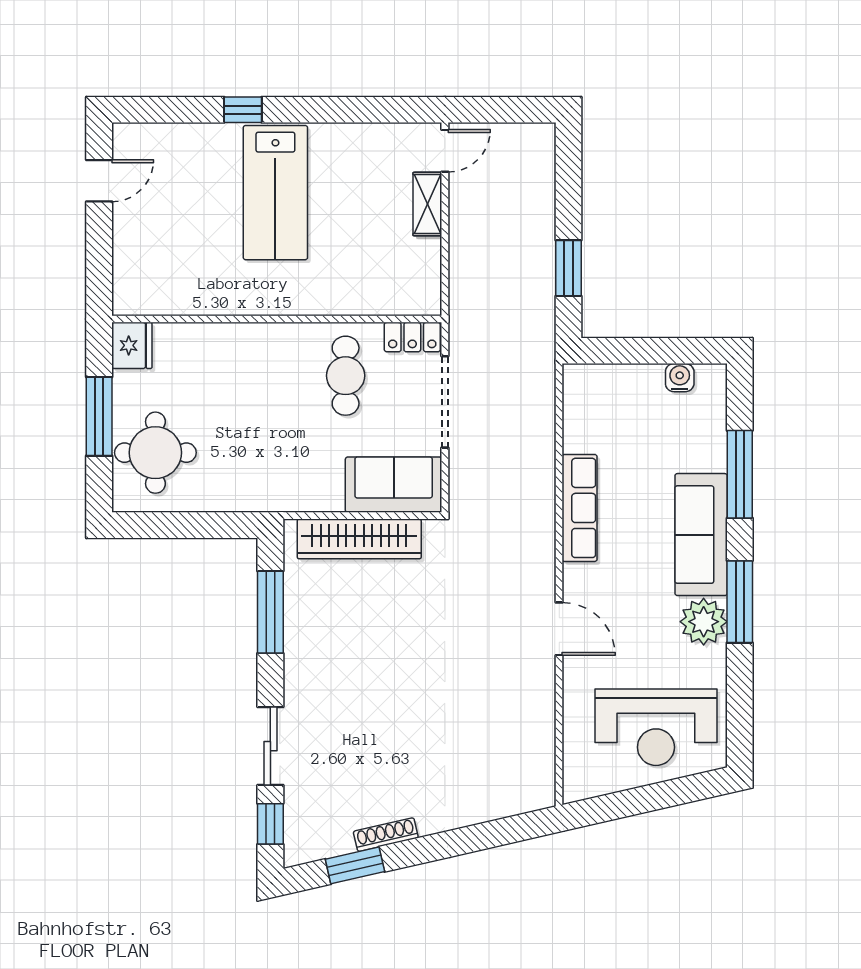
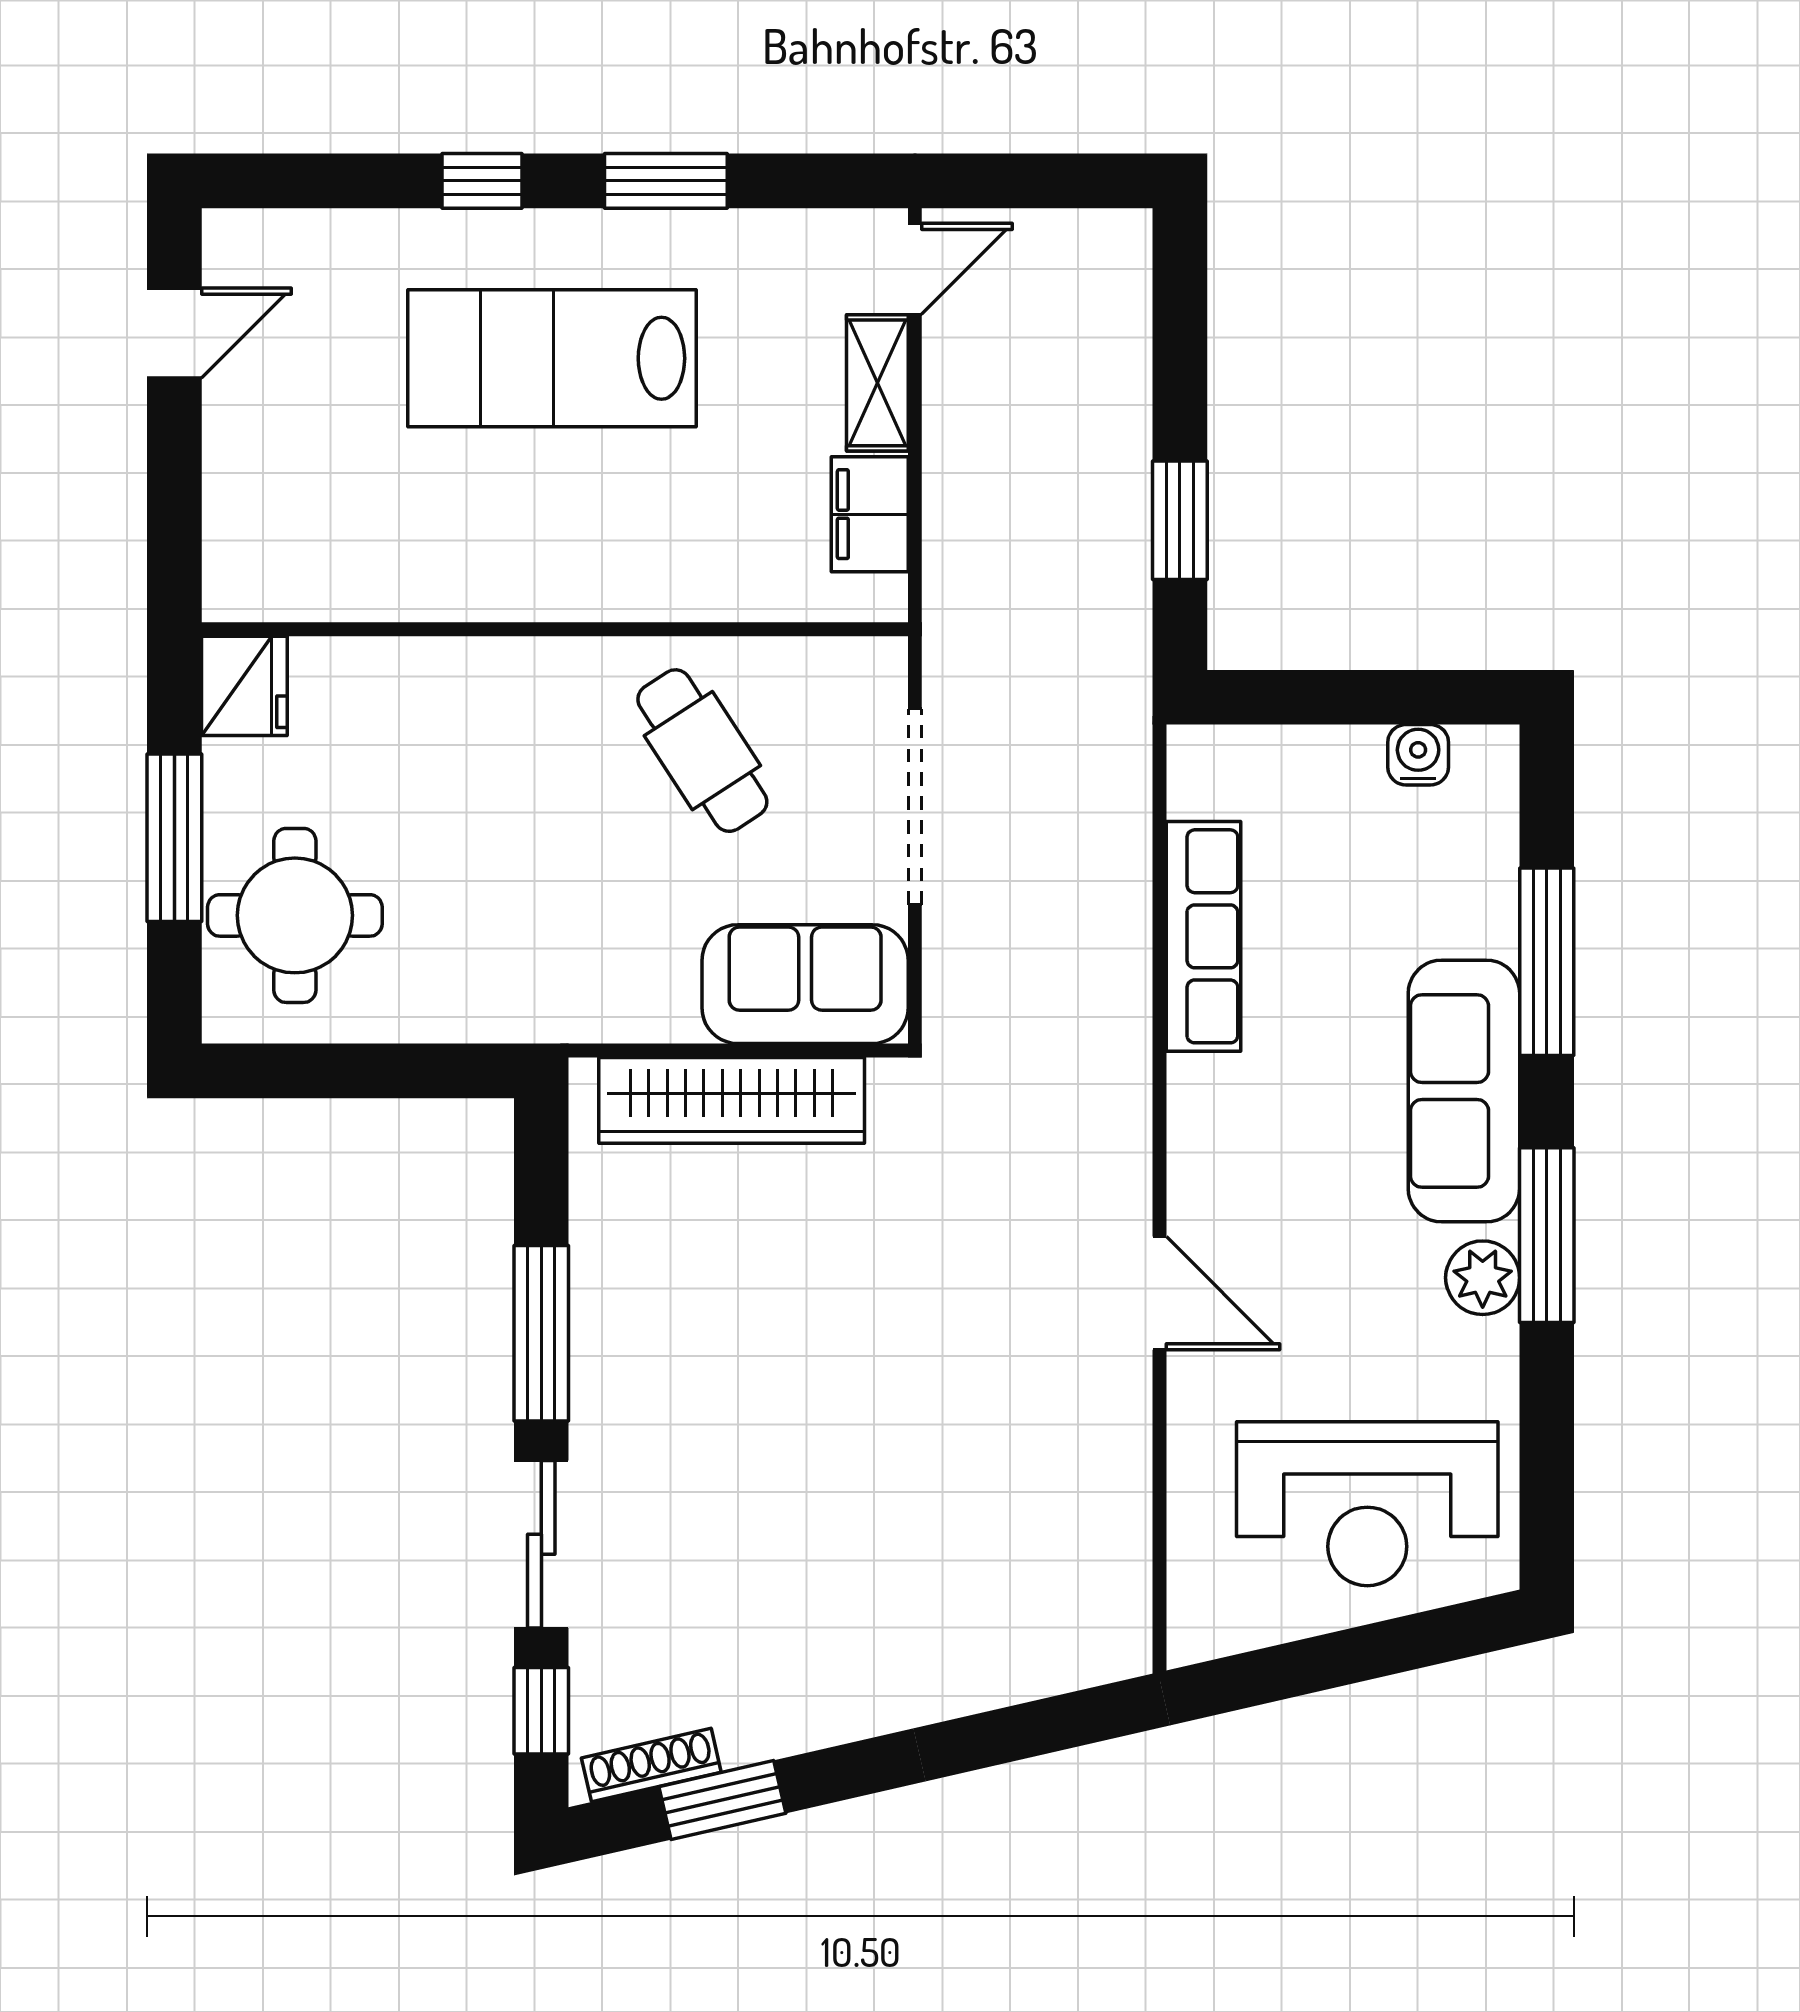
window: (329, 110) -> (666, 181), added
lab bench: (275, 193) -> (552, 358), turned 90
filing cabinet: (424, 265) -> (870, 514), added
locker: (412, 337) -> (845, 668), removed
cafe table: (346, 376) -> (702, 751), turned -33
row of seats: (580, 508) -> (1203, 936), moved
window: (270, 612) -> (541, 1333), moved
plant: (704, 622) -> (1483, 1278), width x0.73, depth x0.73
shoe rack: (386, 835) -> (651, 1765), moved

